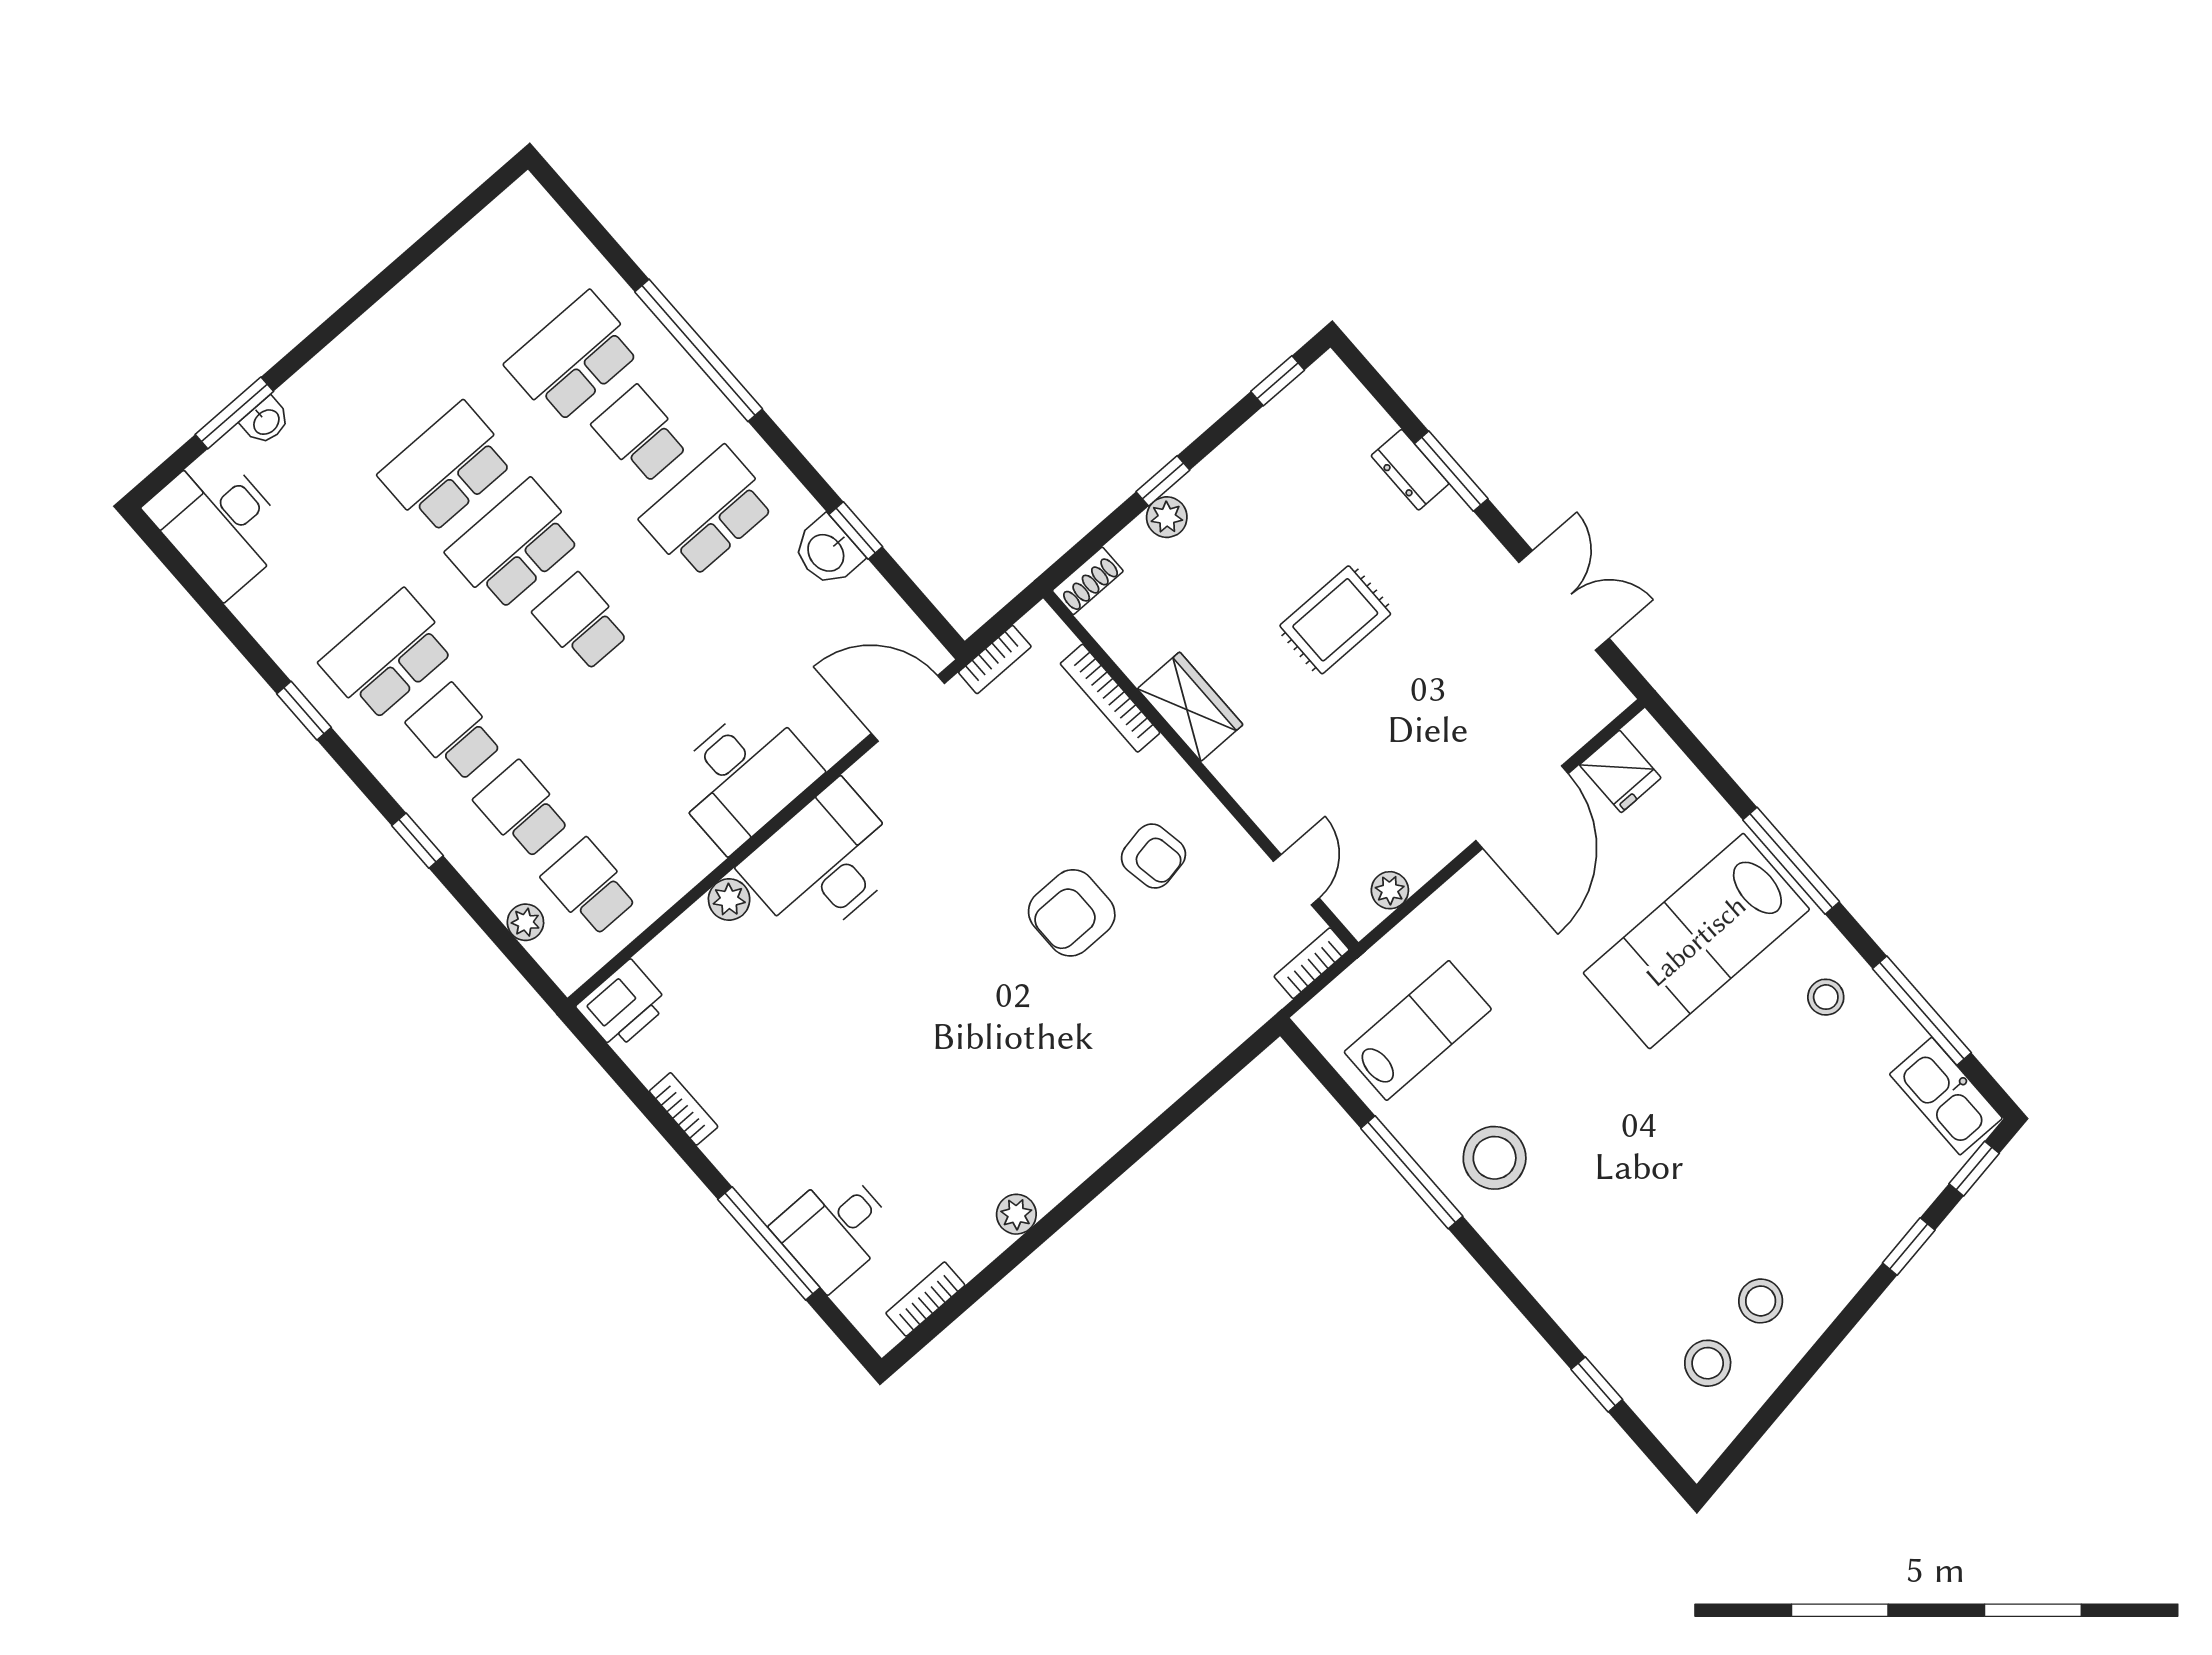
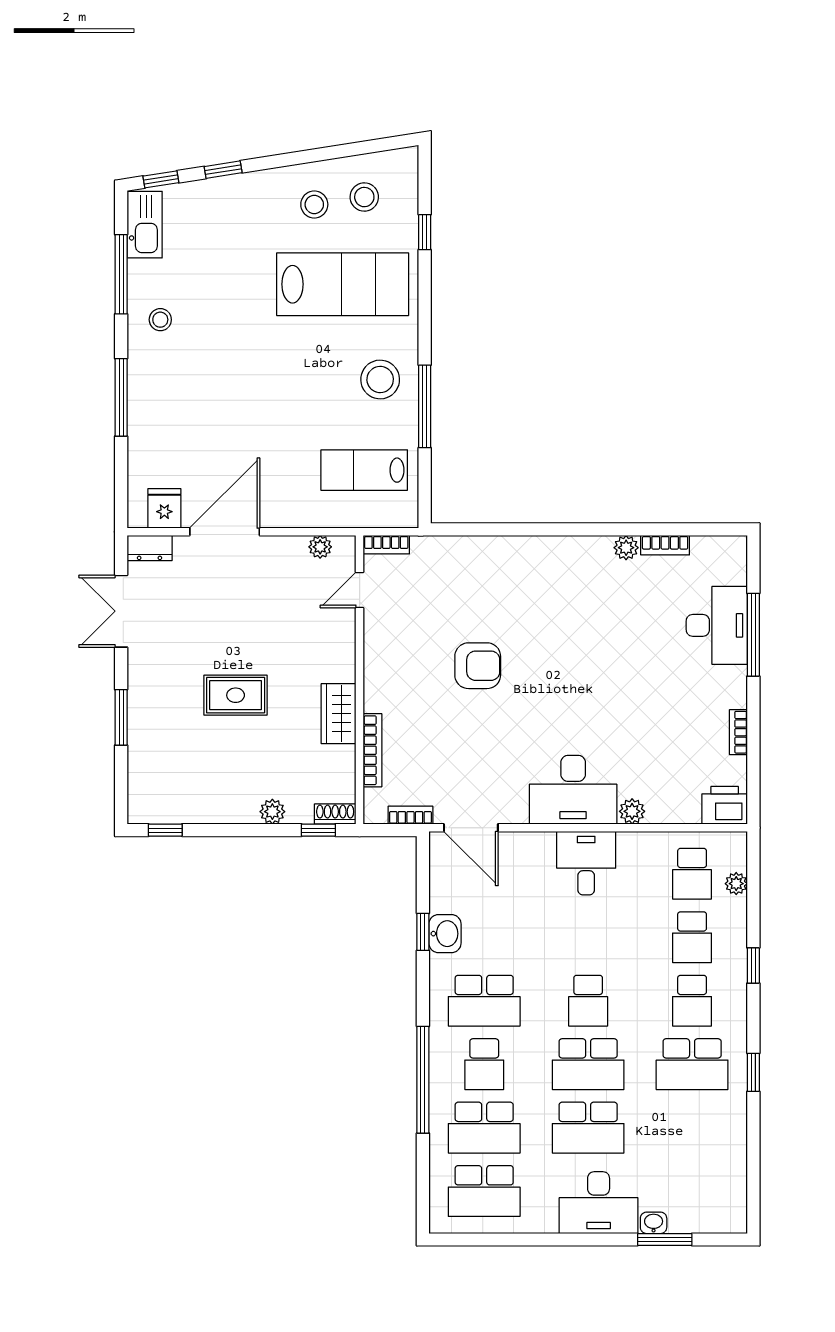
school desk: (506, 280) -> (484, 1191), added
dresser: (1410, 470) -> (150, 548), moved, turned 90
window: (1163, 481) -> (318, 830), moved
desk: (219, 523) -> (599, 1203), moved, turned 90
desk: (743, 776) -> (586, 863), width x0.73
armchair: (1153, 856) -> (416, 659), removed
lab bench: (1696, 941) -> (343, 284), moved
desk: (835, 1229) -> (717, 625), width x1.37
bookcase: (925, 1299) -> (665, 545), moved

